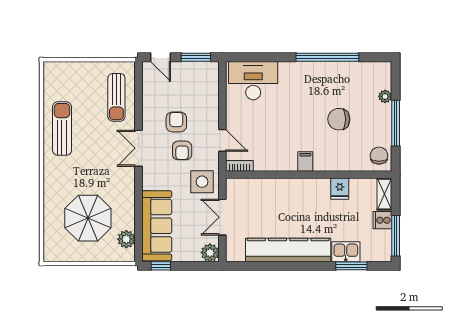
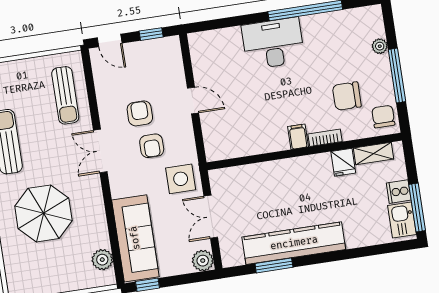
window: (196, 57) -> (151, 34), width x0.67
desk: (253, 81) -> (273, 43), moved
chair: (339, 119) -> (347, 96), moved
door: (222, 140) -> (193, 100), moved
bookcase: (239, 166) -> (325, 138), moved
shelving: (384, 194) -> (374, 153), moved, turned 90
parasol: (88, 218) -> (43, 213), moved
kitchen sink: (346, 252) -> (402, 220), moved, turned -90
window: (351, 266) -> (274, 265), moved

